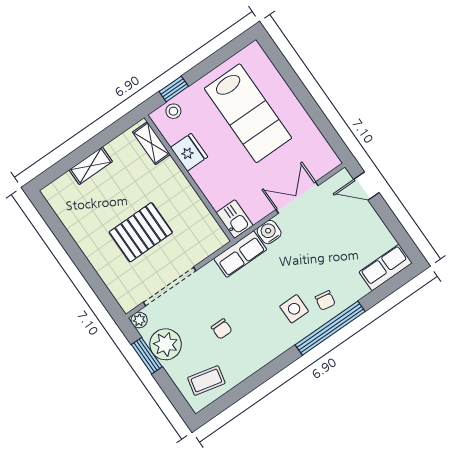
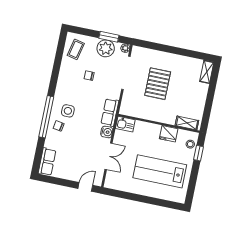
shelving: (91, 166) -> (207, 72), moved

